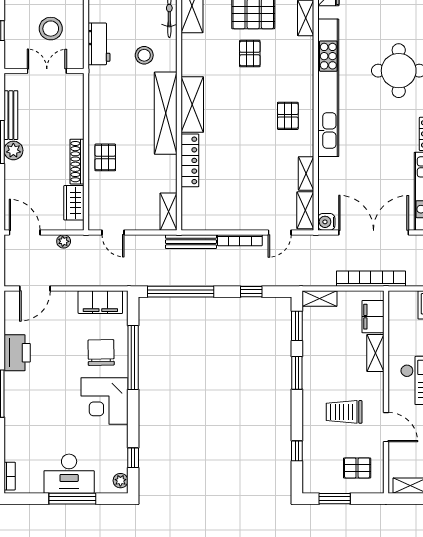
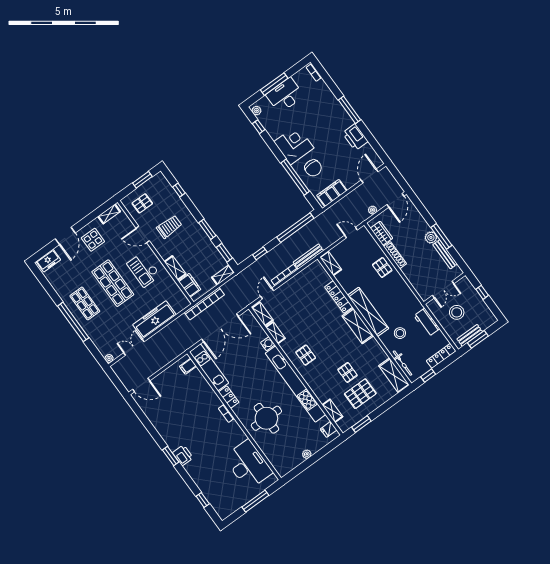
water cooler: (326, 222) -> (268, 344), moved
door: (25, 232) -> (395, 200), hinge flipped

